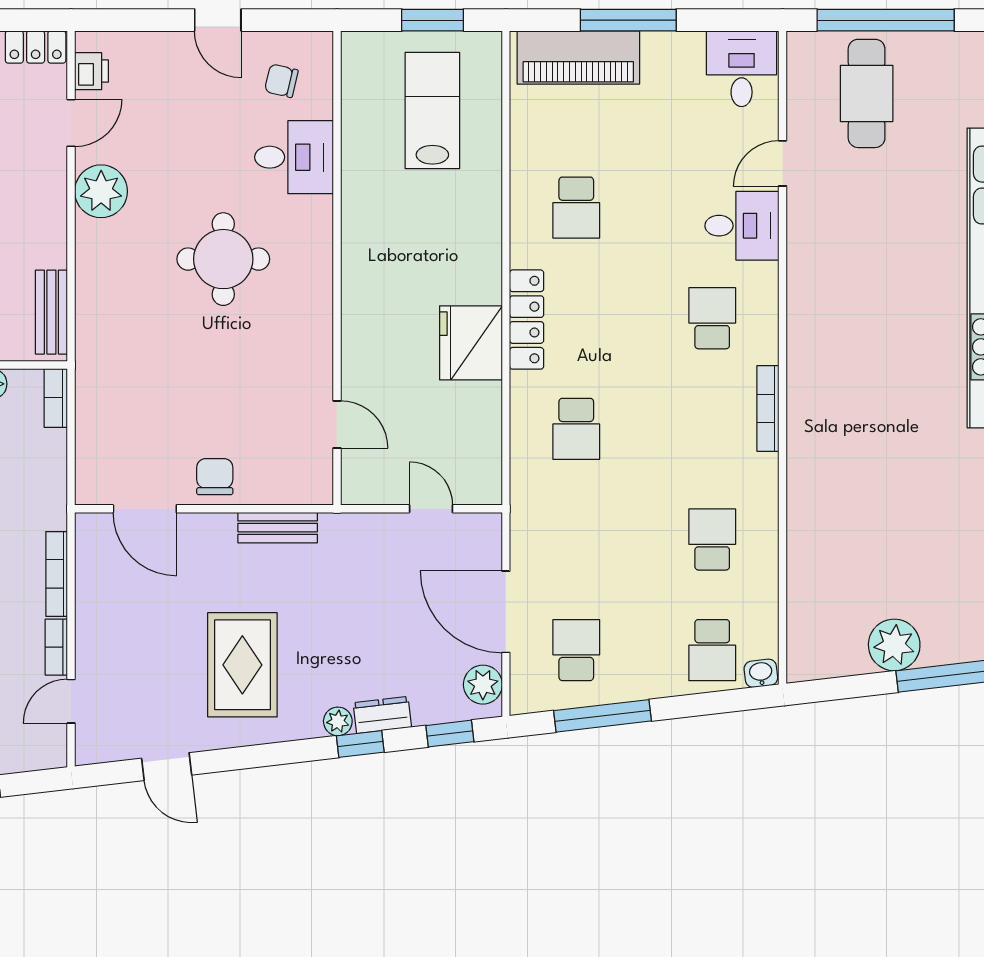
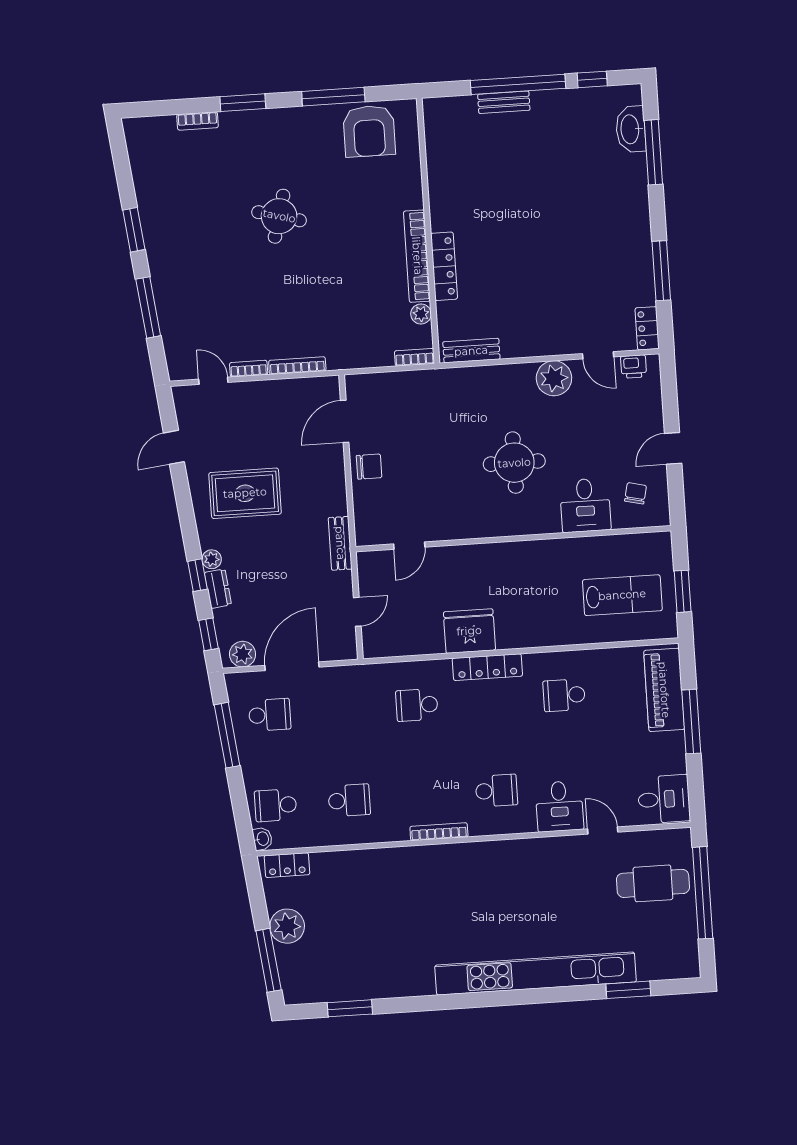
bench: (278, 528) -> (340, 543), moved
locker: (803, 639) -> (287, 865), added

